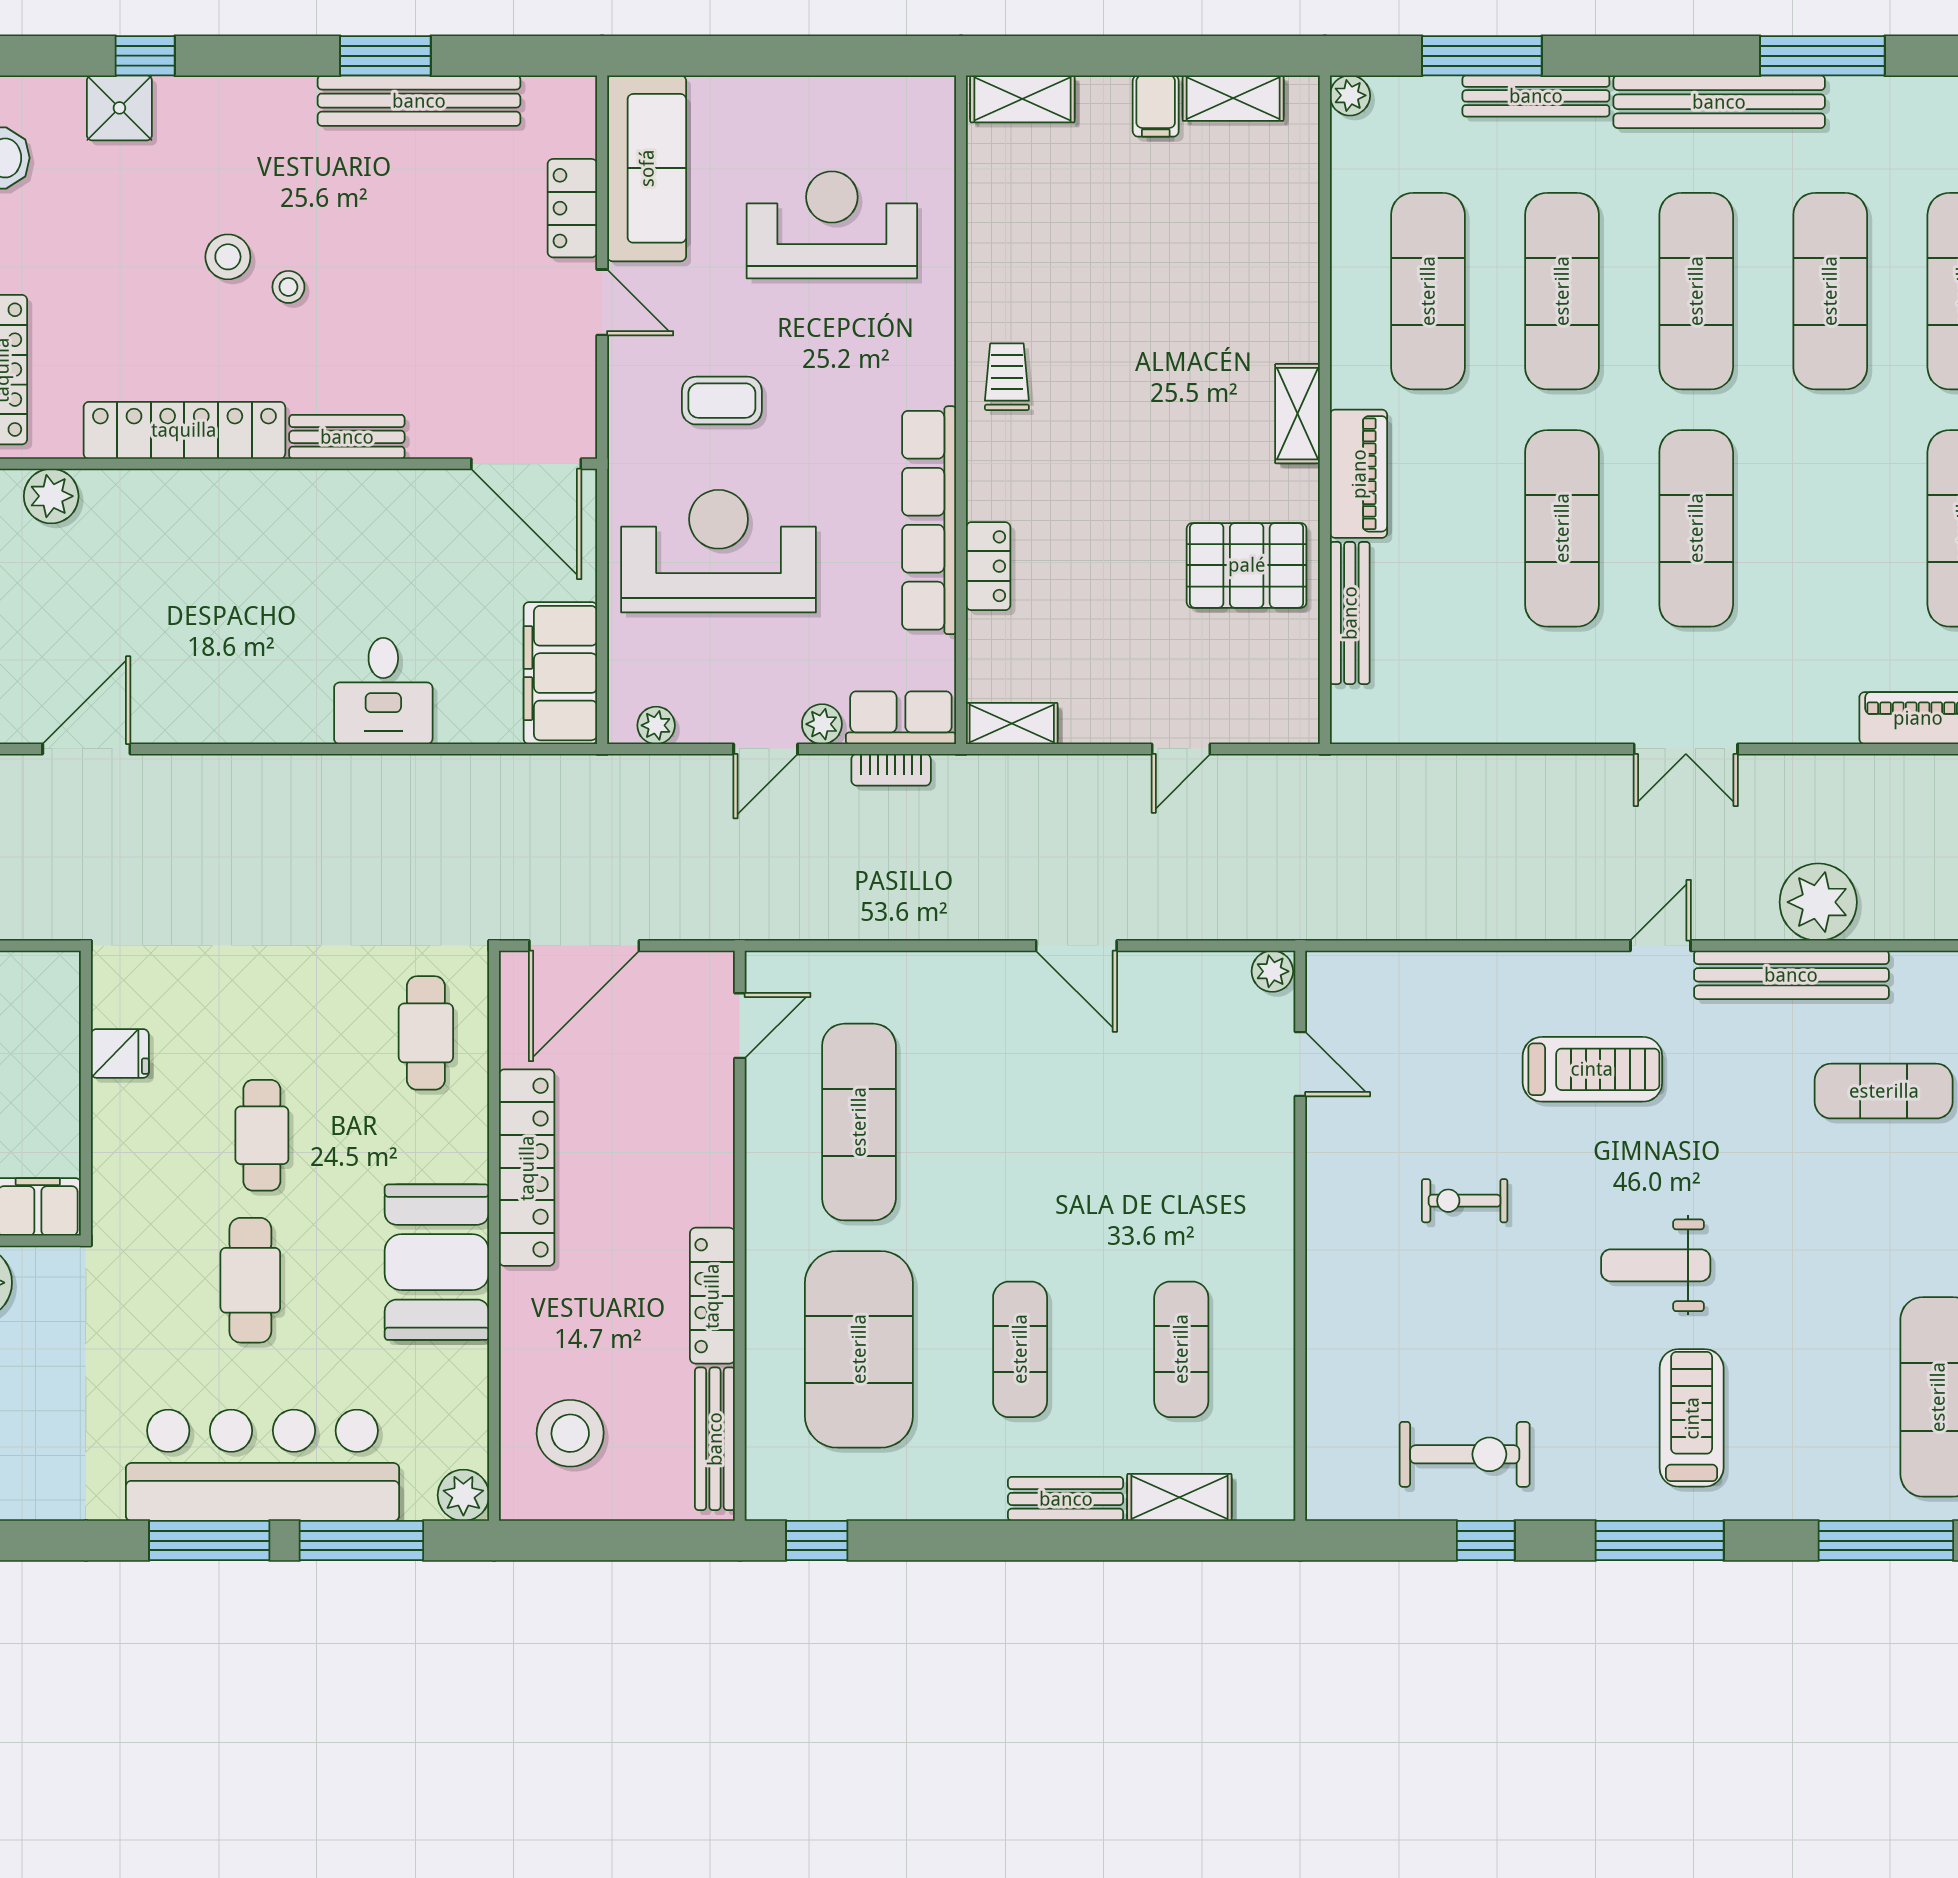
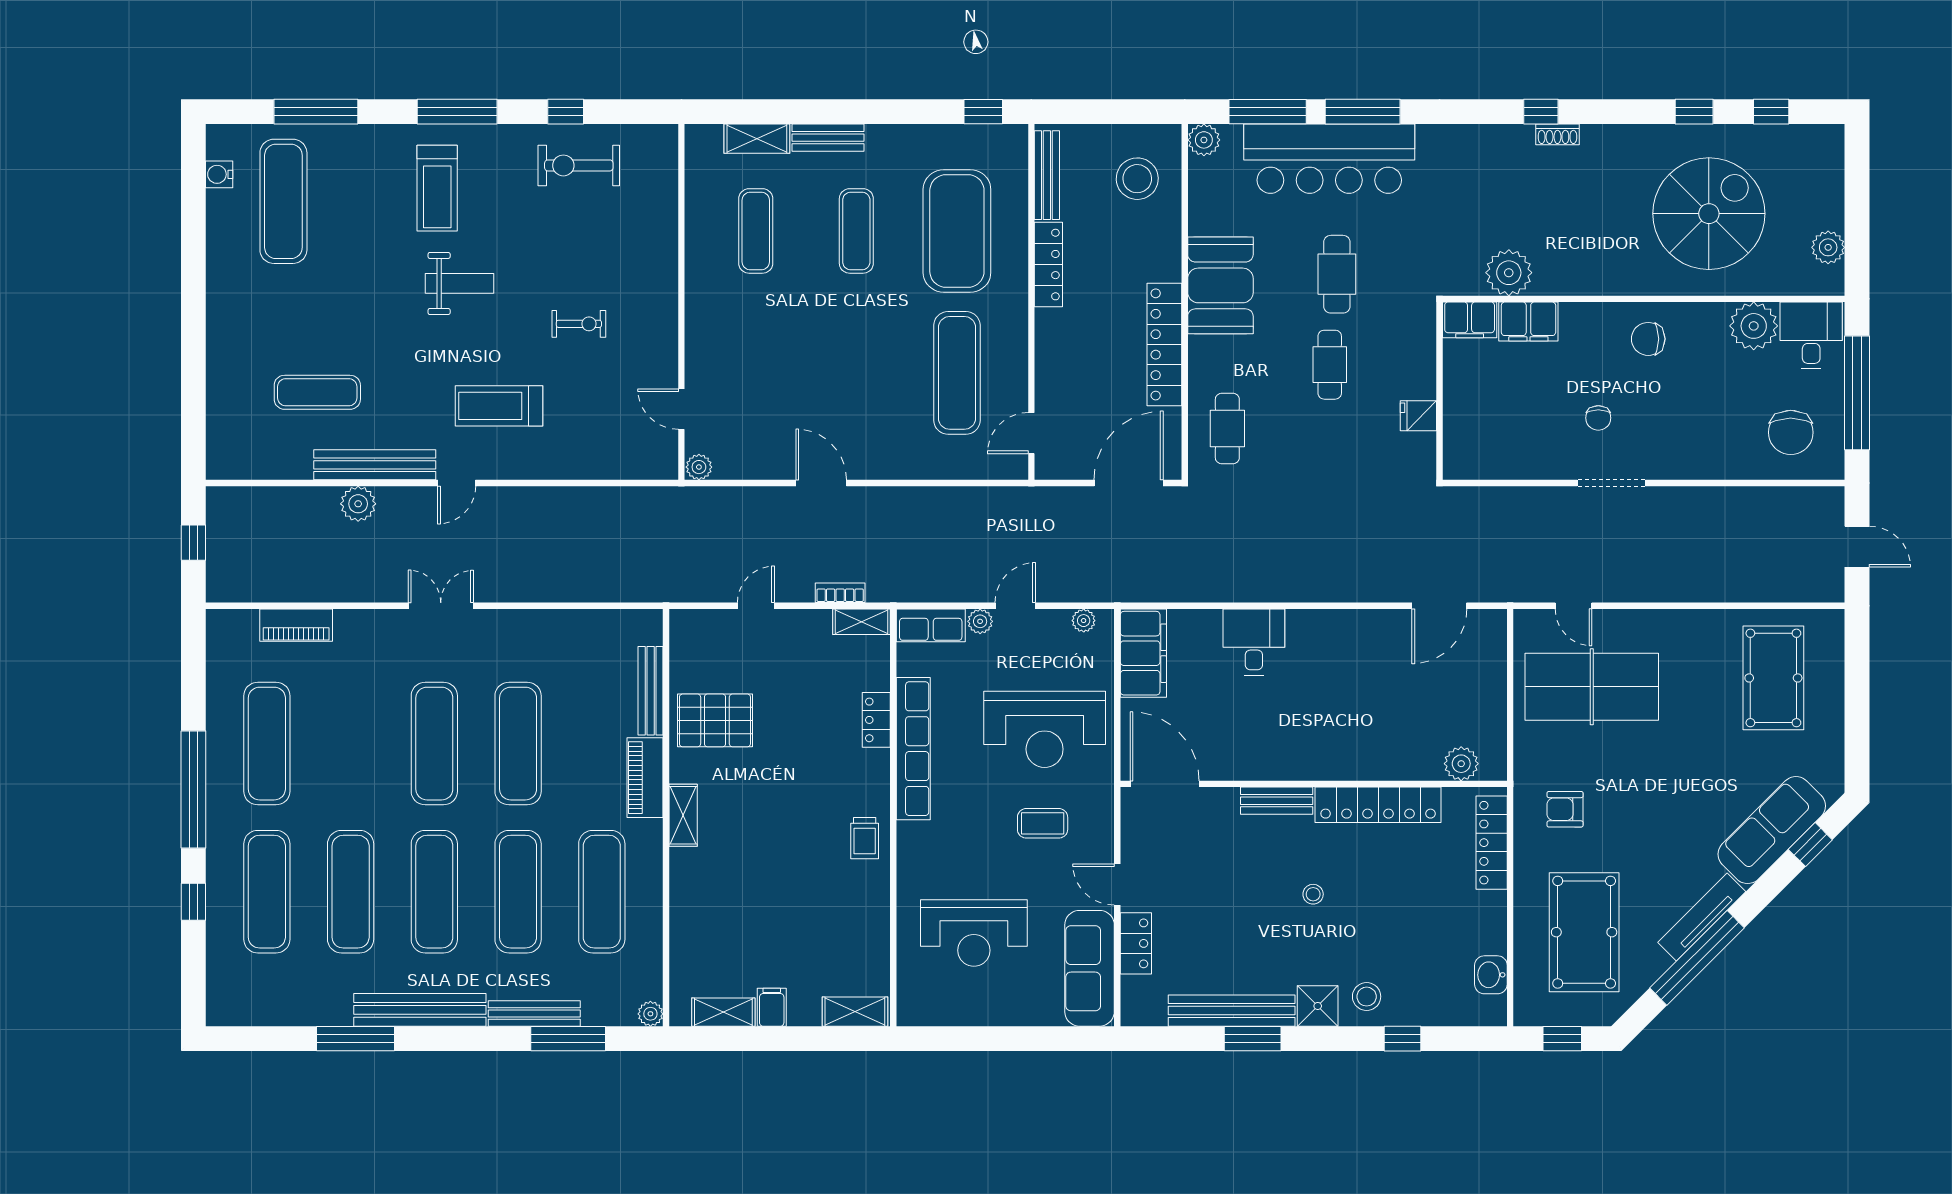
shower: (119, 108) -> (1318, 1006), moved
stool: (228, 257) -> (1367, 997), moved
bookcase: (891, 770) -> (840, 593), moved
plant: (1818, 902) -> (358, 504), width x0.73, depth x0.73

